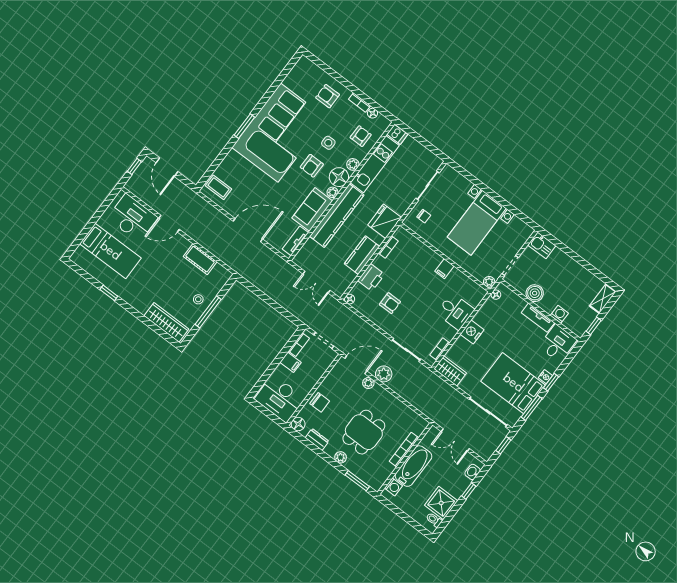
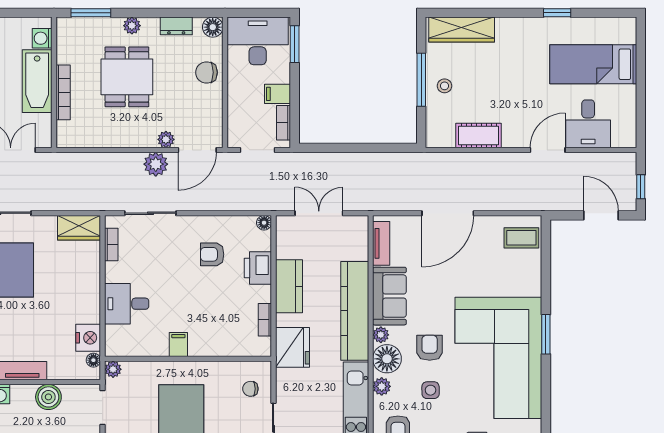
desk: (133, 218) -> (588, 124), width x0.73
nightstand: (472, 332) -> (88, 338), moved
window: (261, 382) -> (295, 44), added

